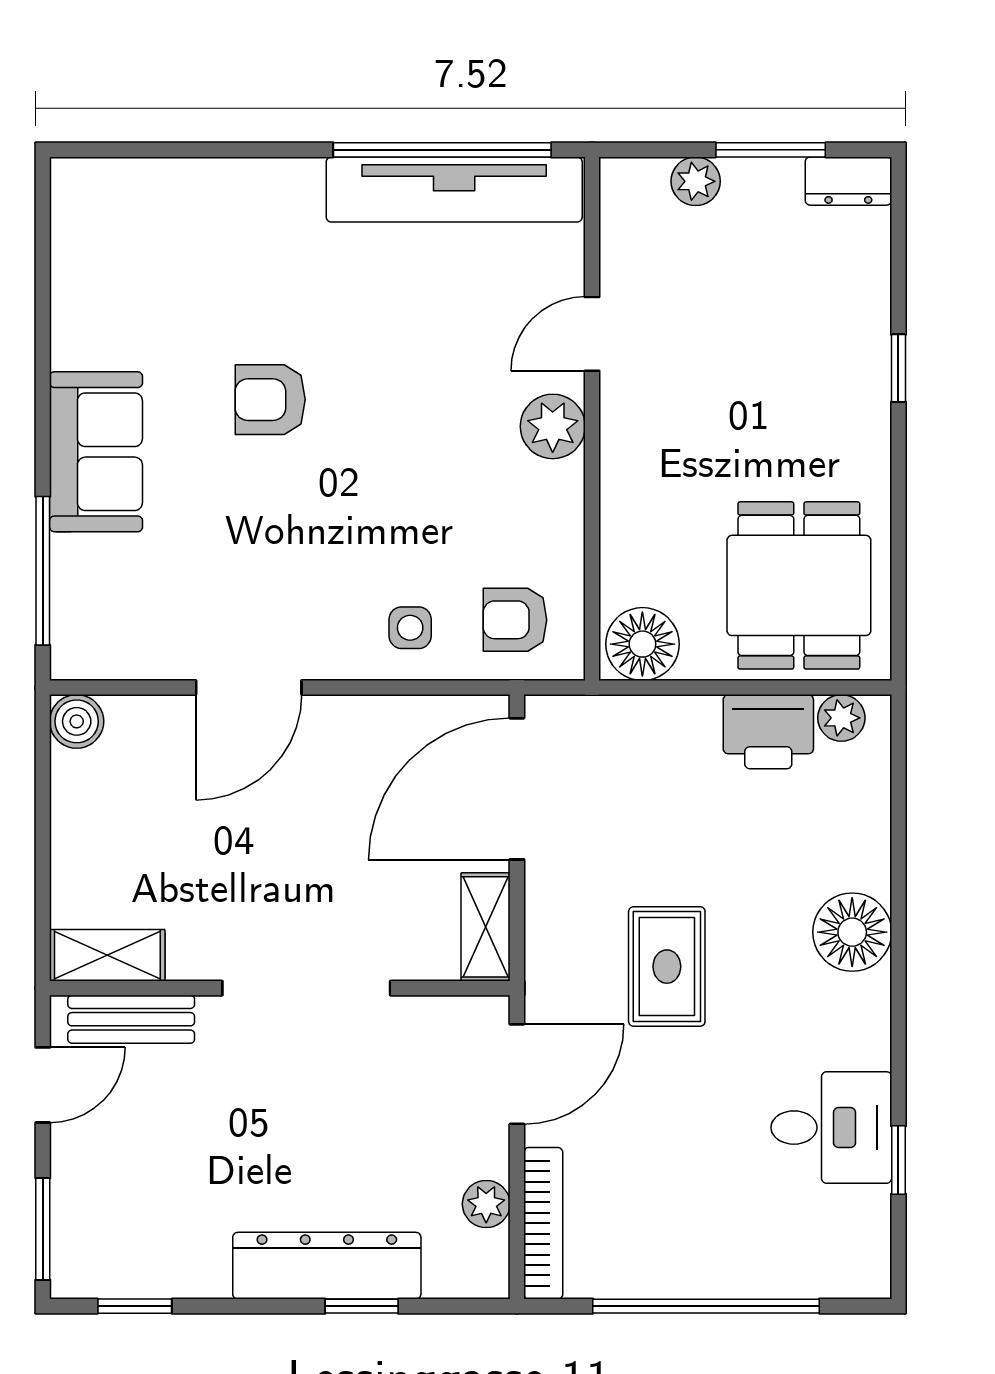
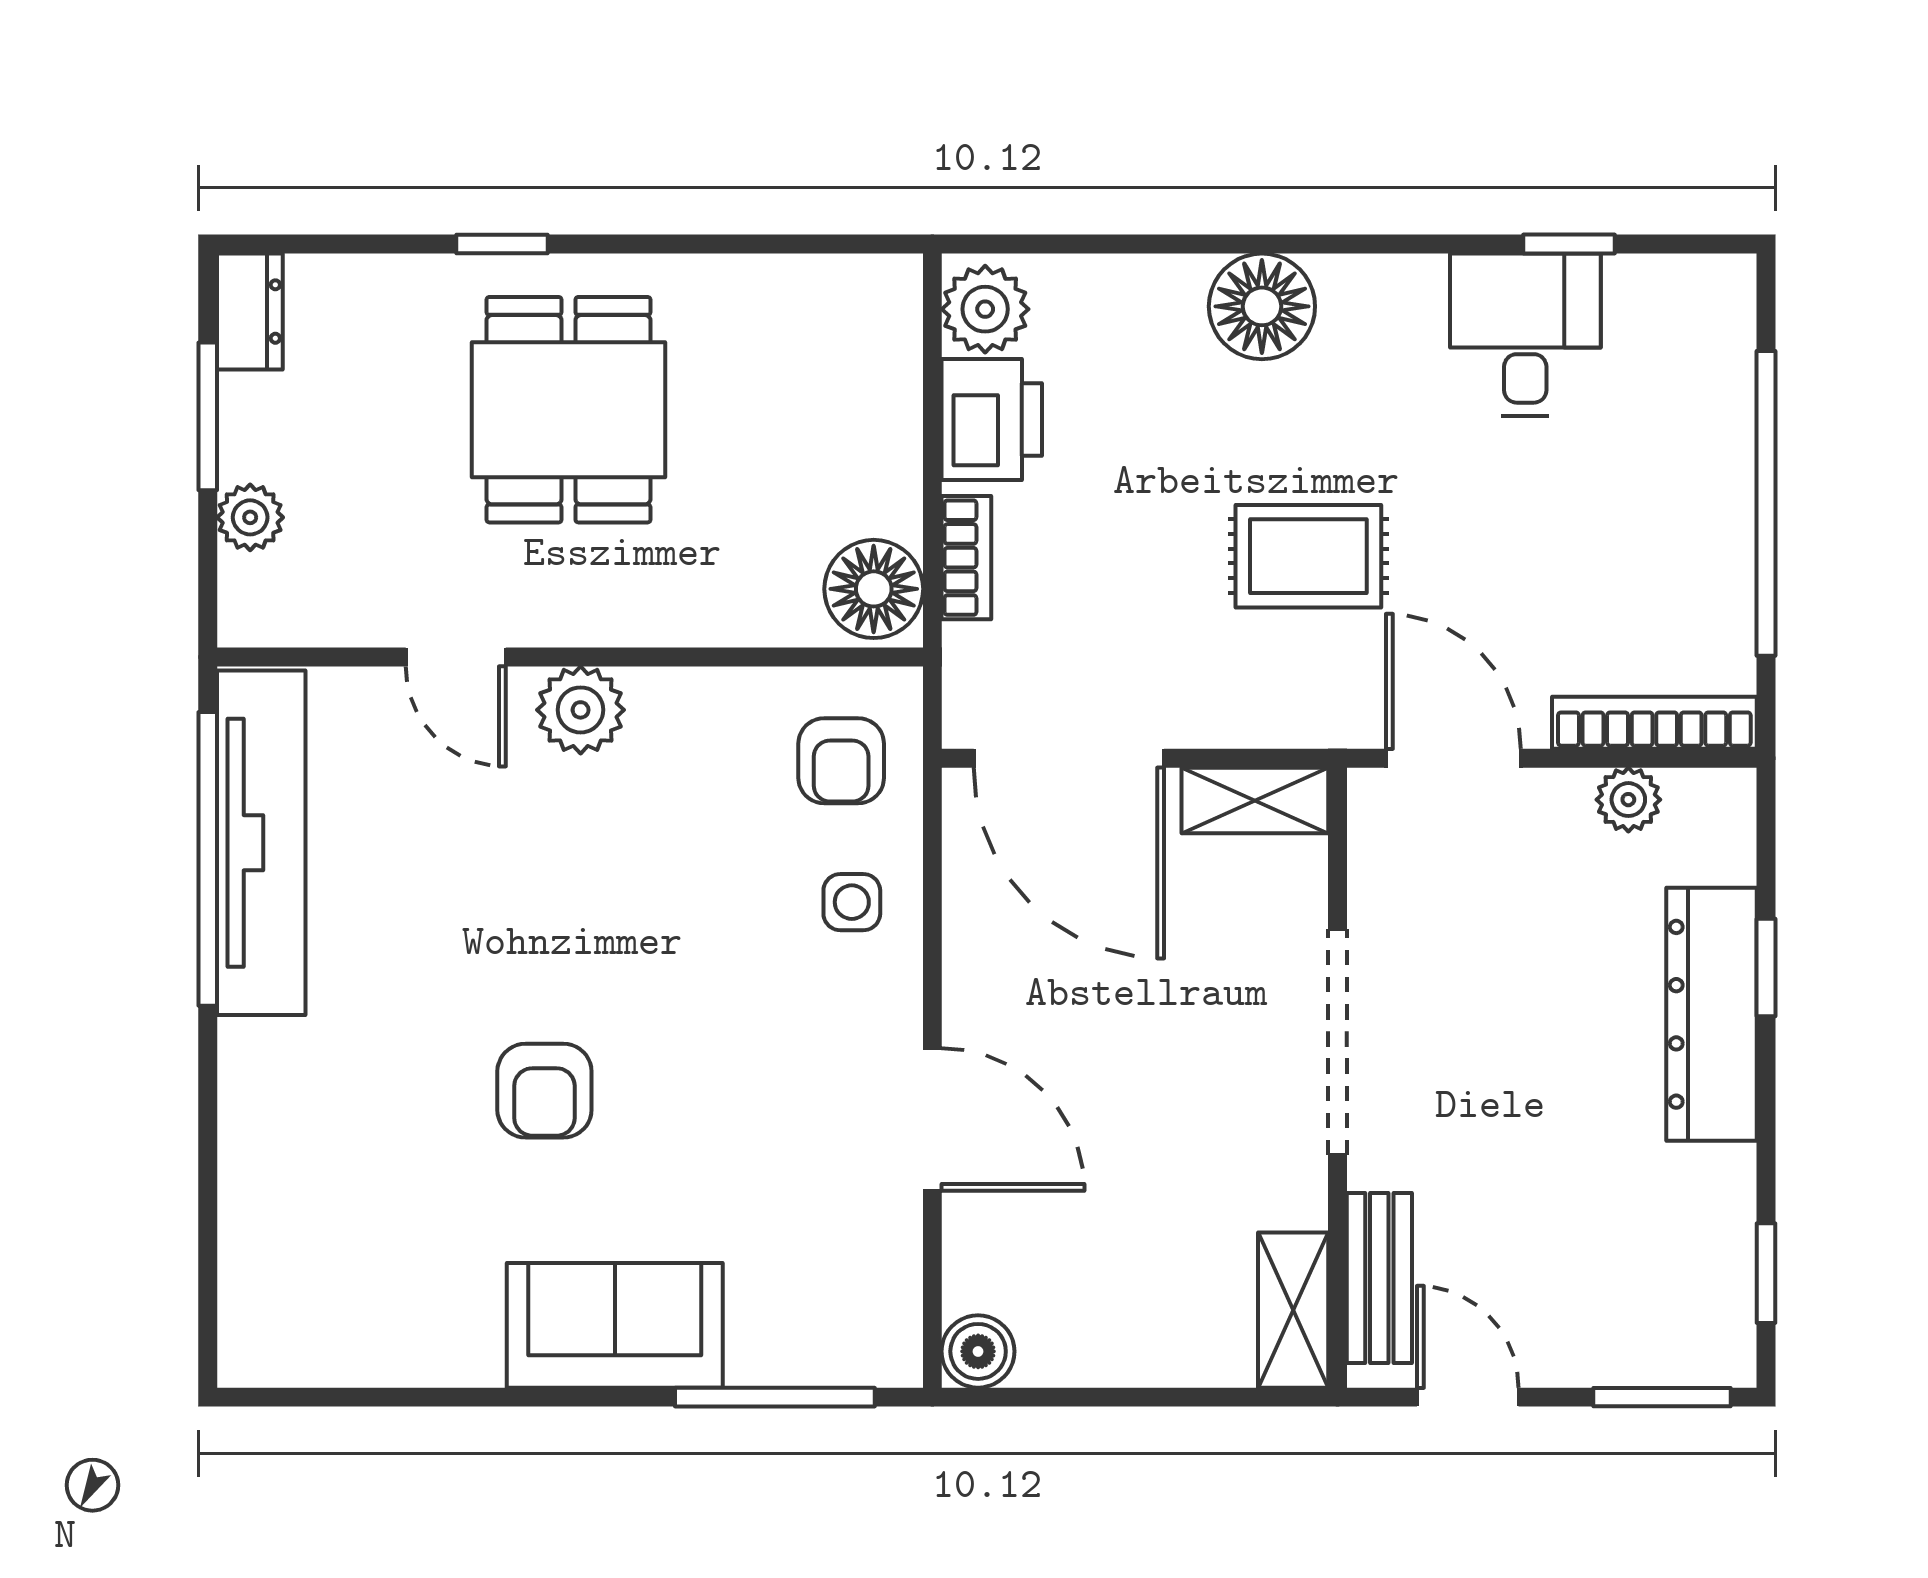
dining table: (799, 585) -> (568, 410), moved, turned 90
bookcase: (666, 713) -> (966, 558), added
plant: (841, 718) -> (985, 309), width x1.38, depth x1.38

